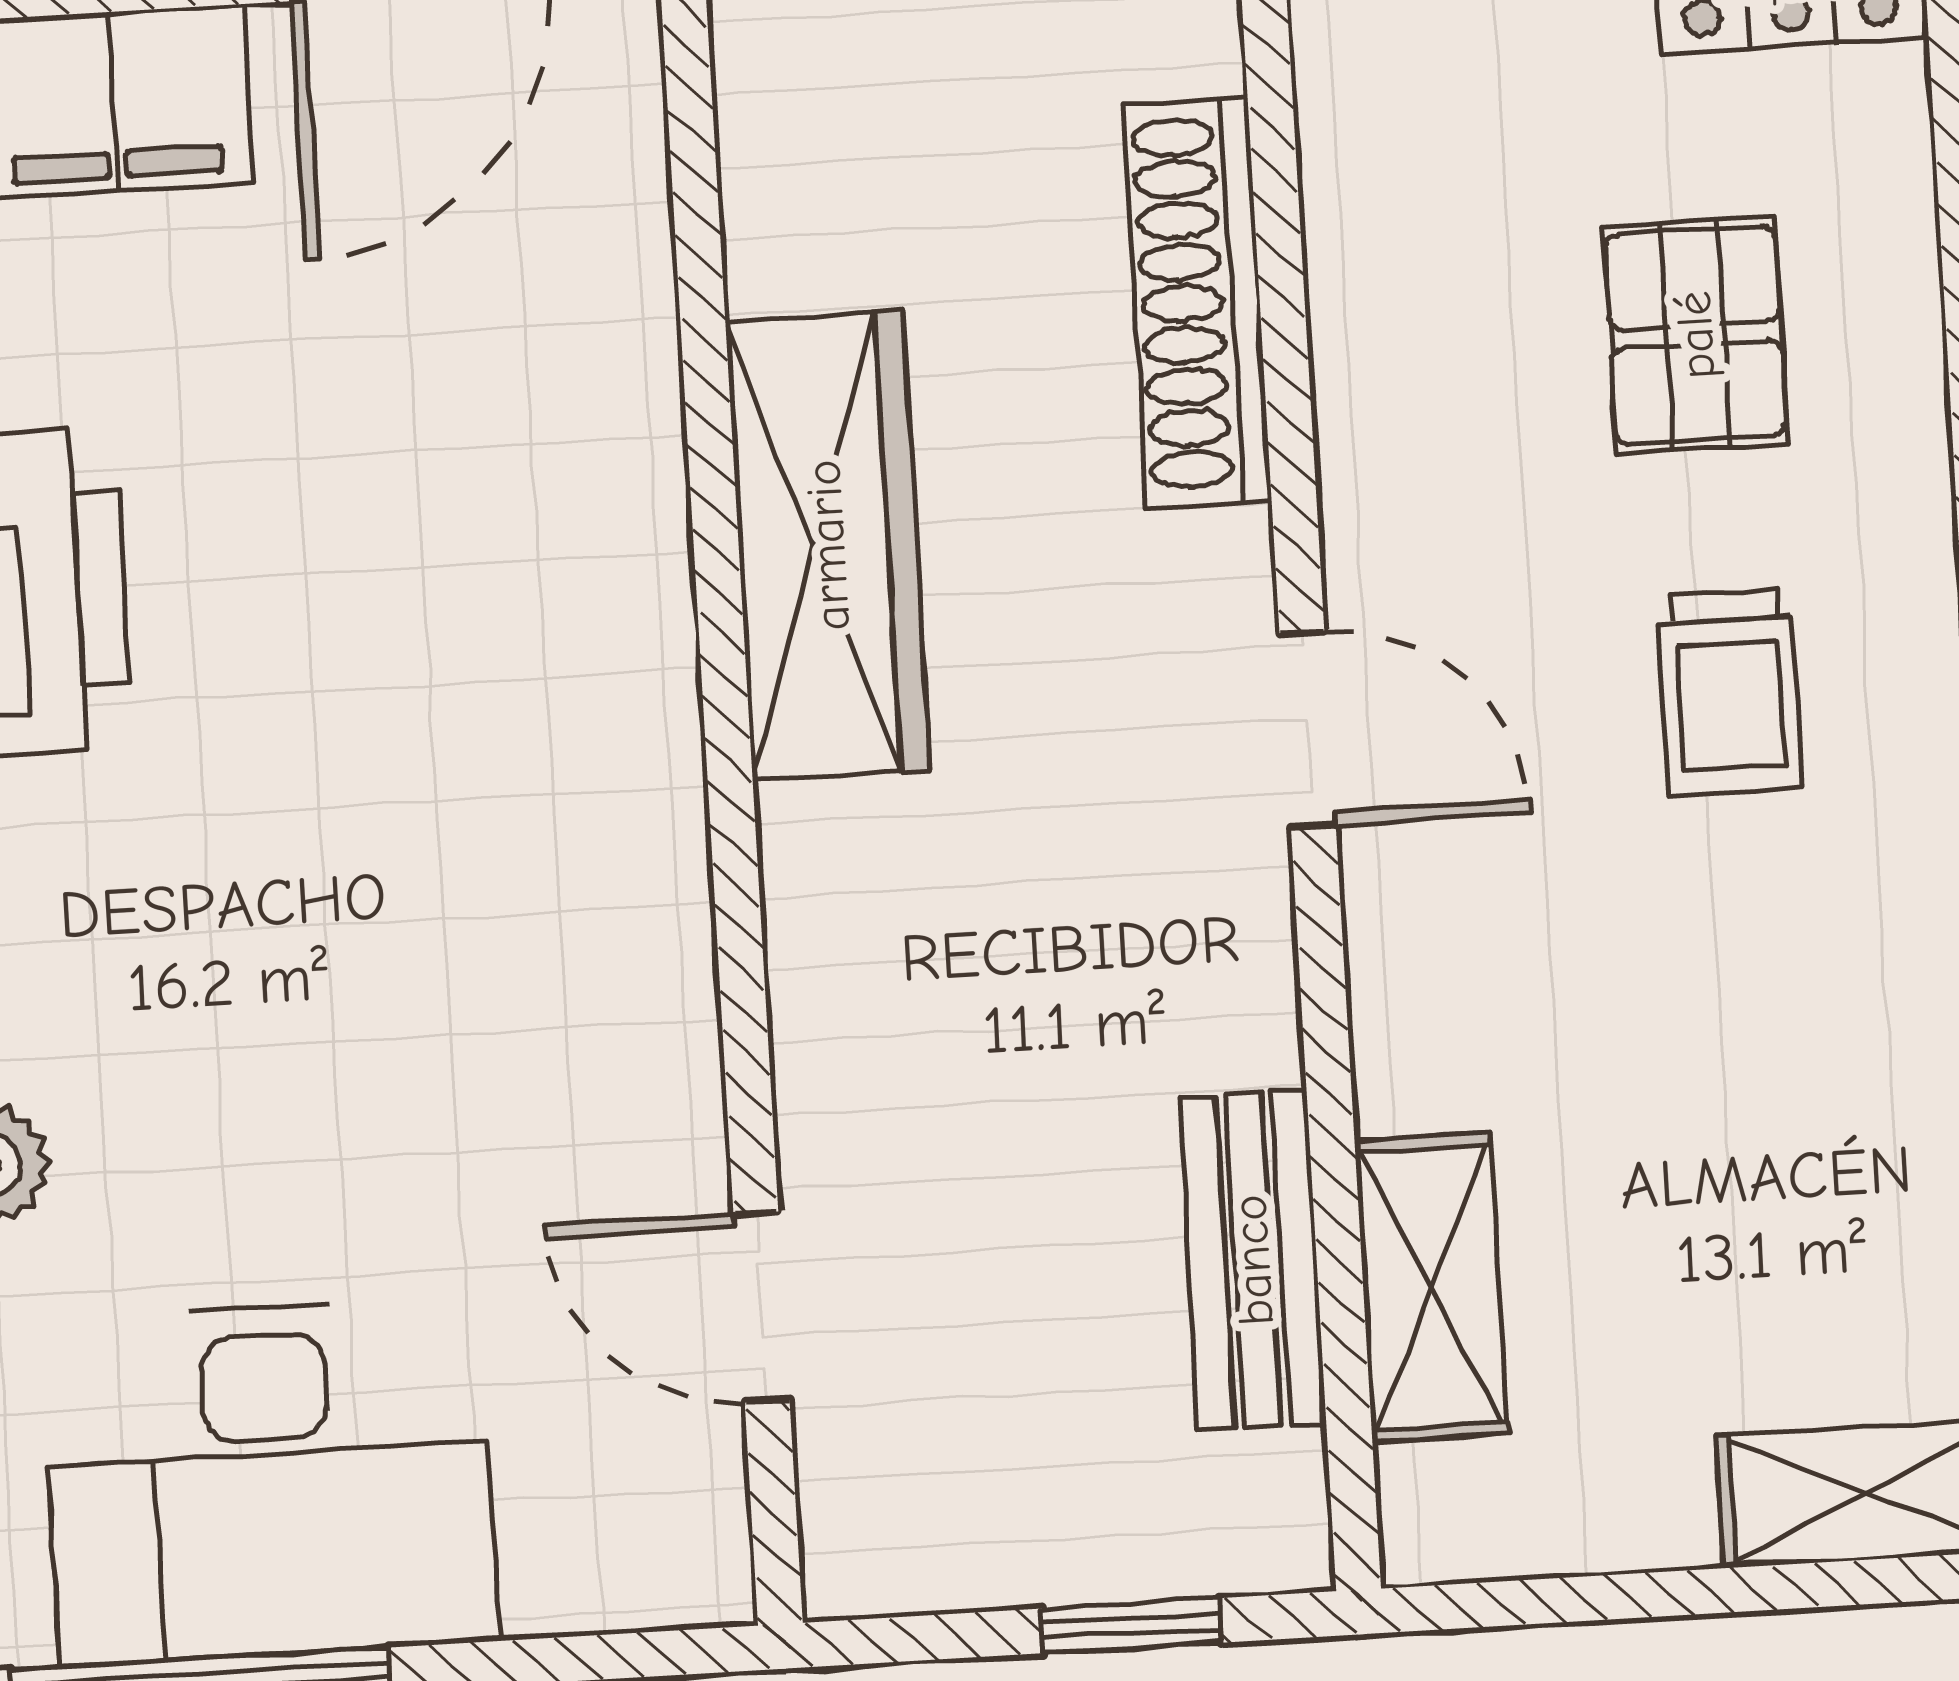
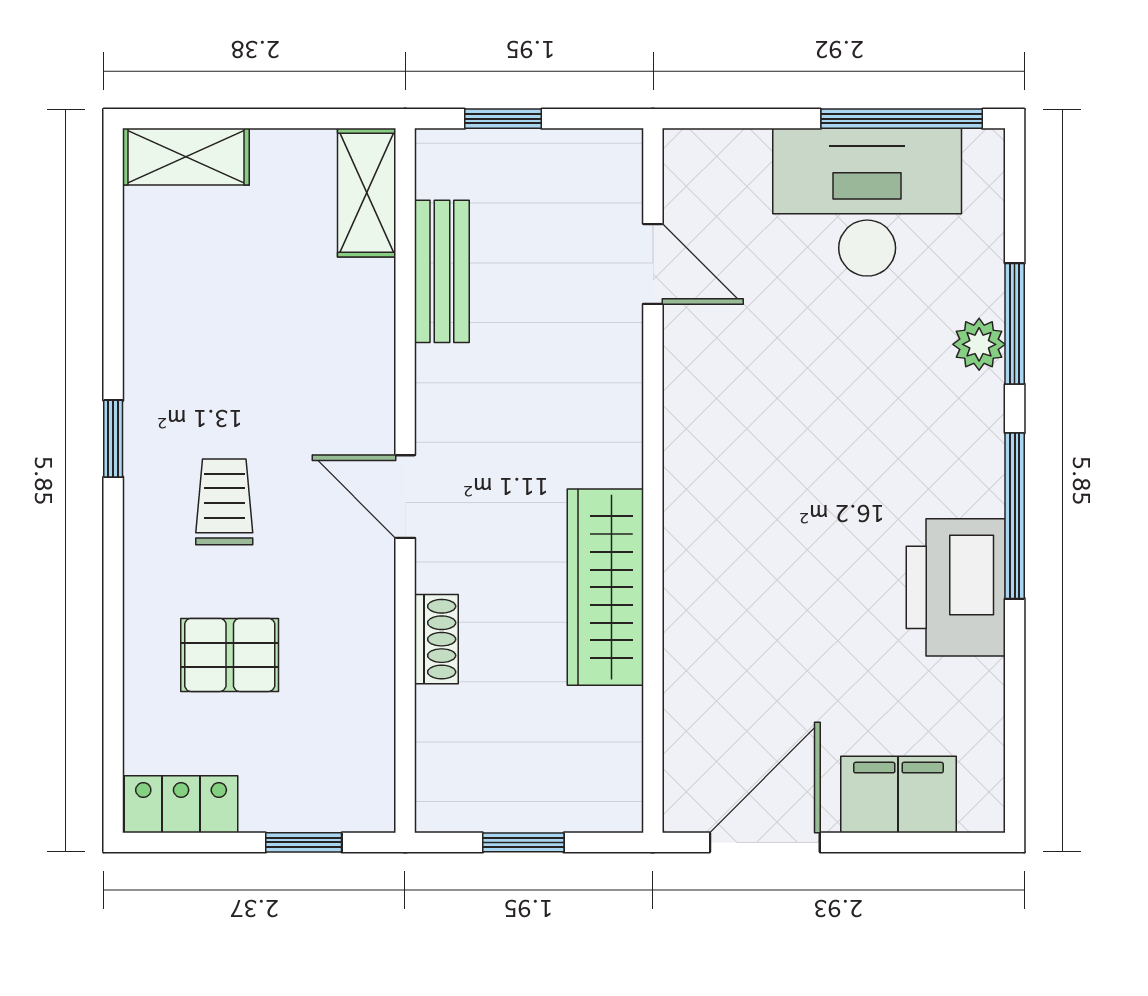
shoe rack: (1197, 303) -> (436, 639), width x0.51, depth x0.81
pallet: (1696, 335) -> (230, 655), turned 90
shelving: (1431, 1287) -> (367, 193), moved

